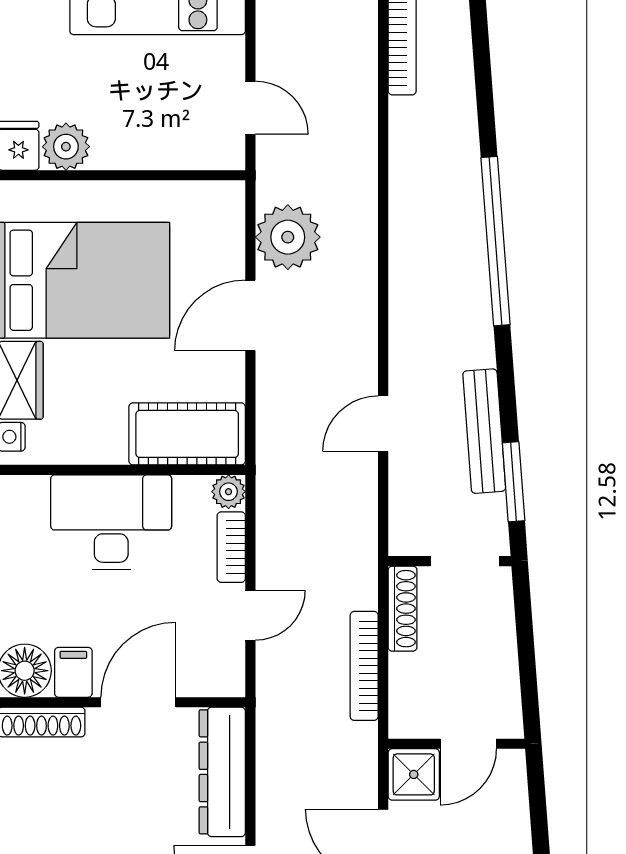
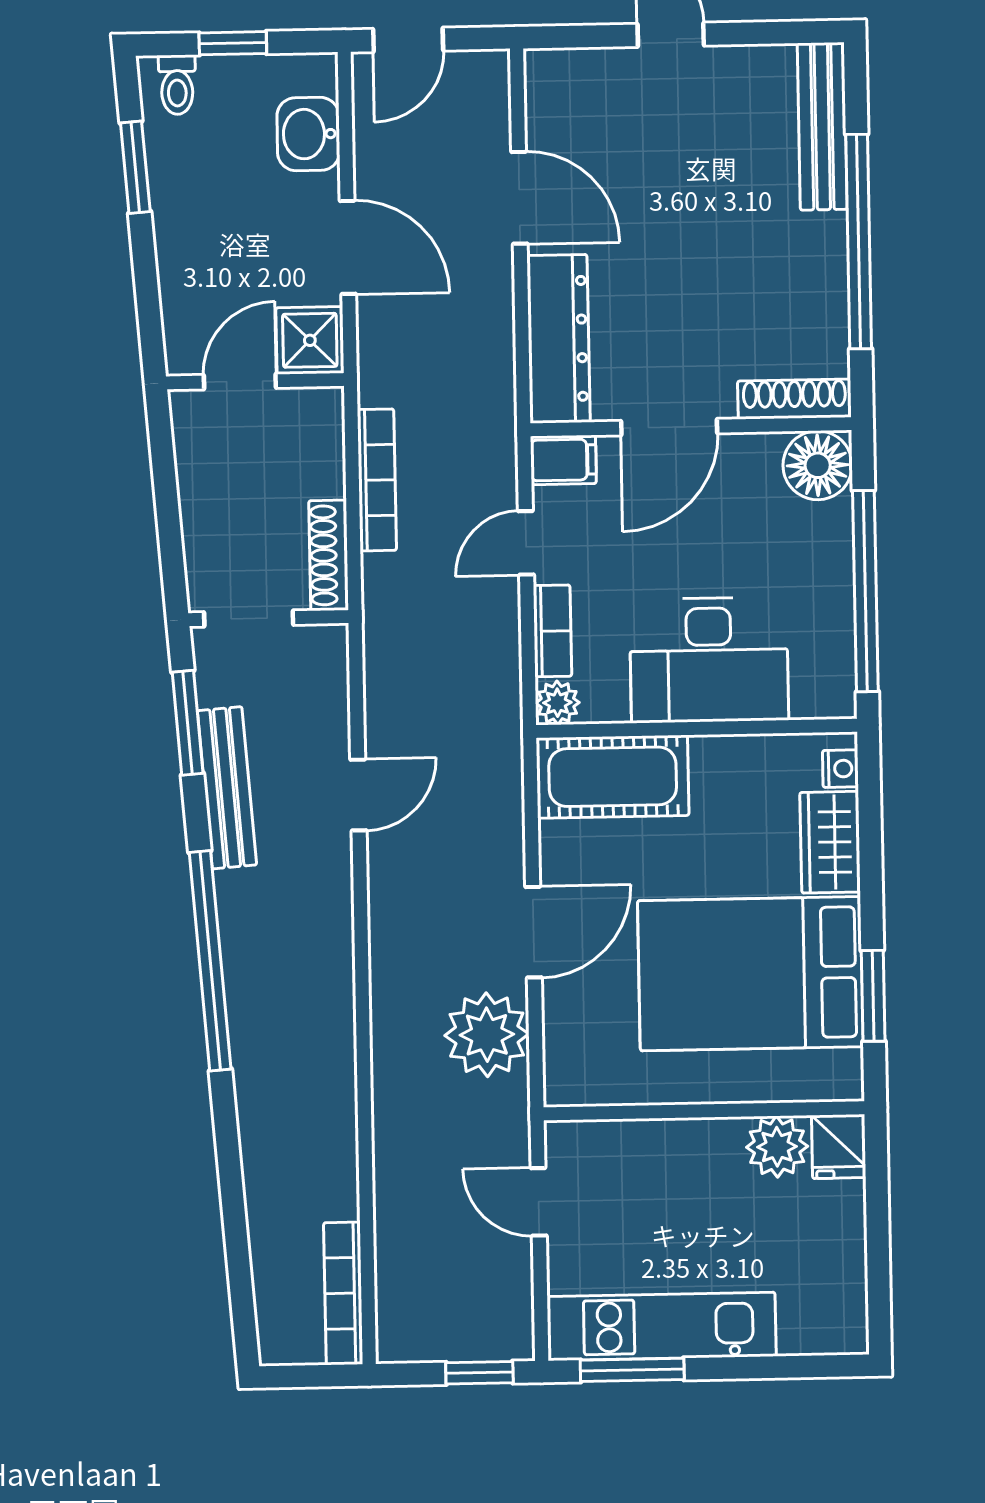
window: (496, 241) -> (210, 961), moved
filing cabinet: (73, 672) -> (563, 460), moved, turned -90

